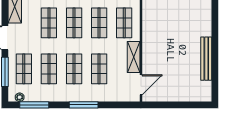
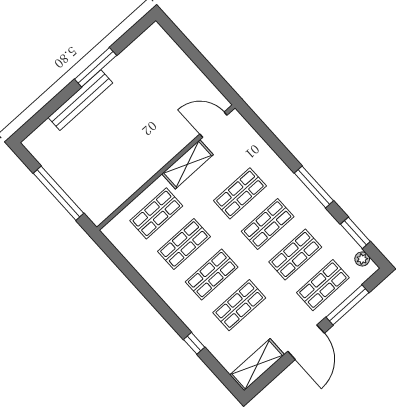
window: (215, 55) -> (96, 67), added
bench: (206, 59) -> (80, 100), moved
window: (34, 105) -> (355, 233), width x0.69
window: (84, 105) -> (314, 187), moved

